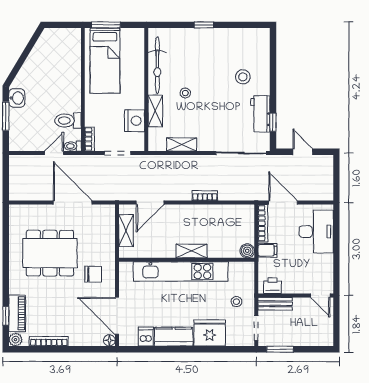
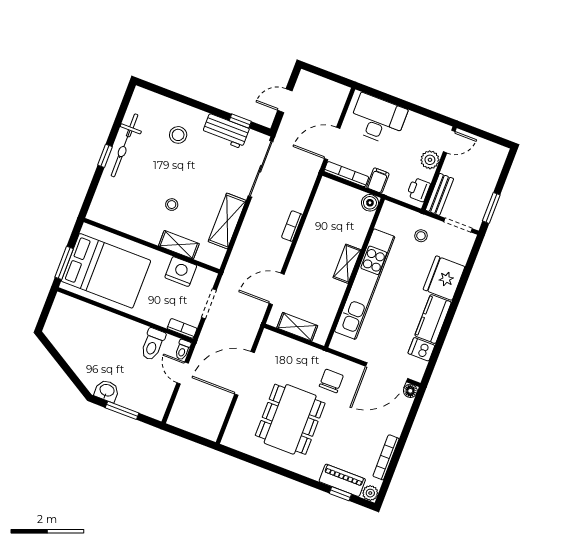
bed: (105, 61) -> (106, 271), width x1.50
bicycle: (157, 65) -> (124, 145), moved, turned 90
shelving: (182, 144) -> (227, 221), width x1.50, depth x1.33
door: (150, 203) -> (277, 289), swing flipped
plant: (300, 286) -> (430, 160), added

